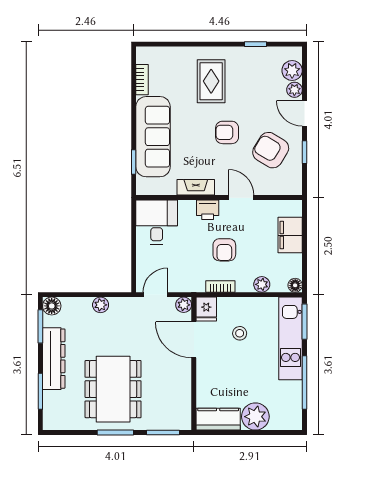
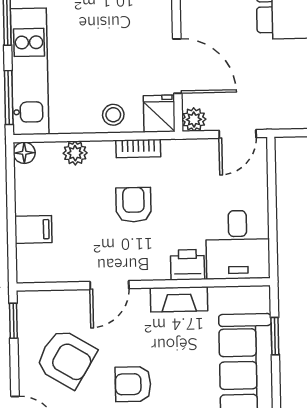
armchair: (227, 132) -> (133, 384), turned 180
window: (304, 152) -> (13, 321), moved
door: (241, 198) -> (109, 285), hinge flipped
printer: (208, 210) -> (188, 265), moved
filing cabinet: (290, 235) -> (33, 229), width x0.50
stool: (240, 333) -> (113, 115), moved

